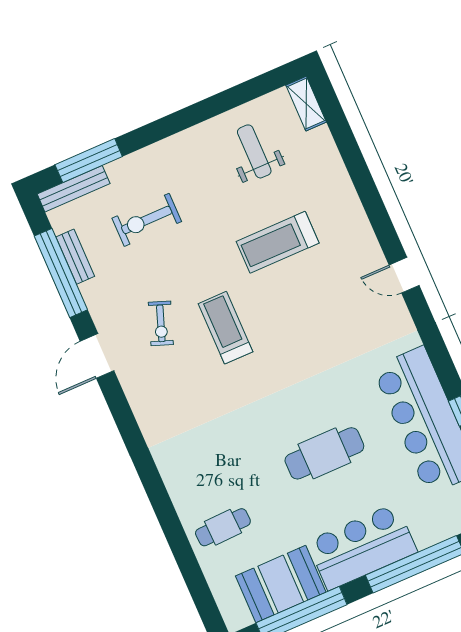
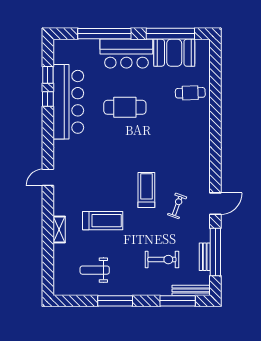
shelving: (306, 104) -> (59, 230), moved
window: (196, 114) -> (115, 301), added
weight bench: (254, 151) -> (95, 270), turned 90
door: (404, 275) -> (48, 177), swing flipped
treadmill: (226, 328) -> (146, 190), turned 180

